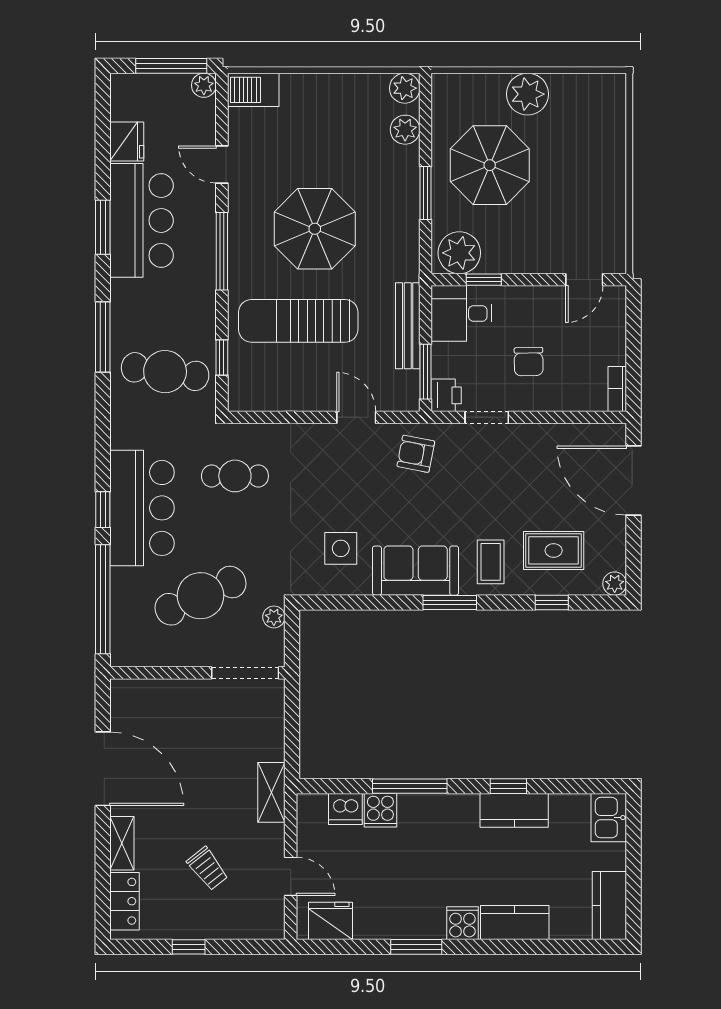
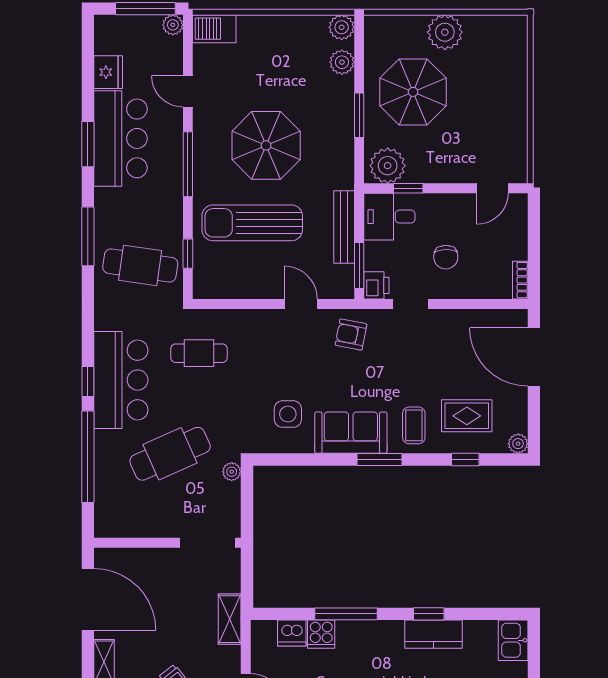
wall: (197, 673) -> (167, 543), moved
doorway: (245, 673) -> (208, 543), moved

